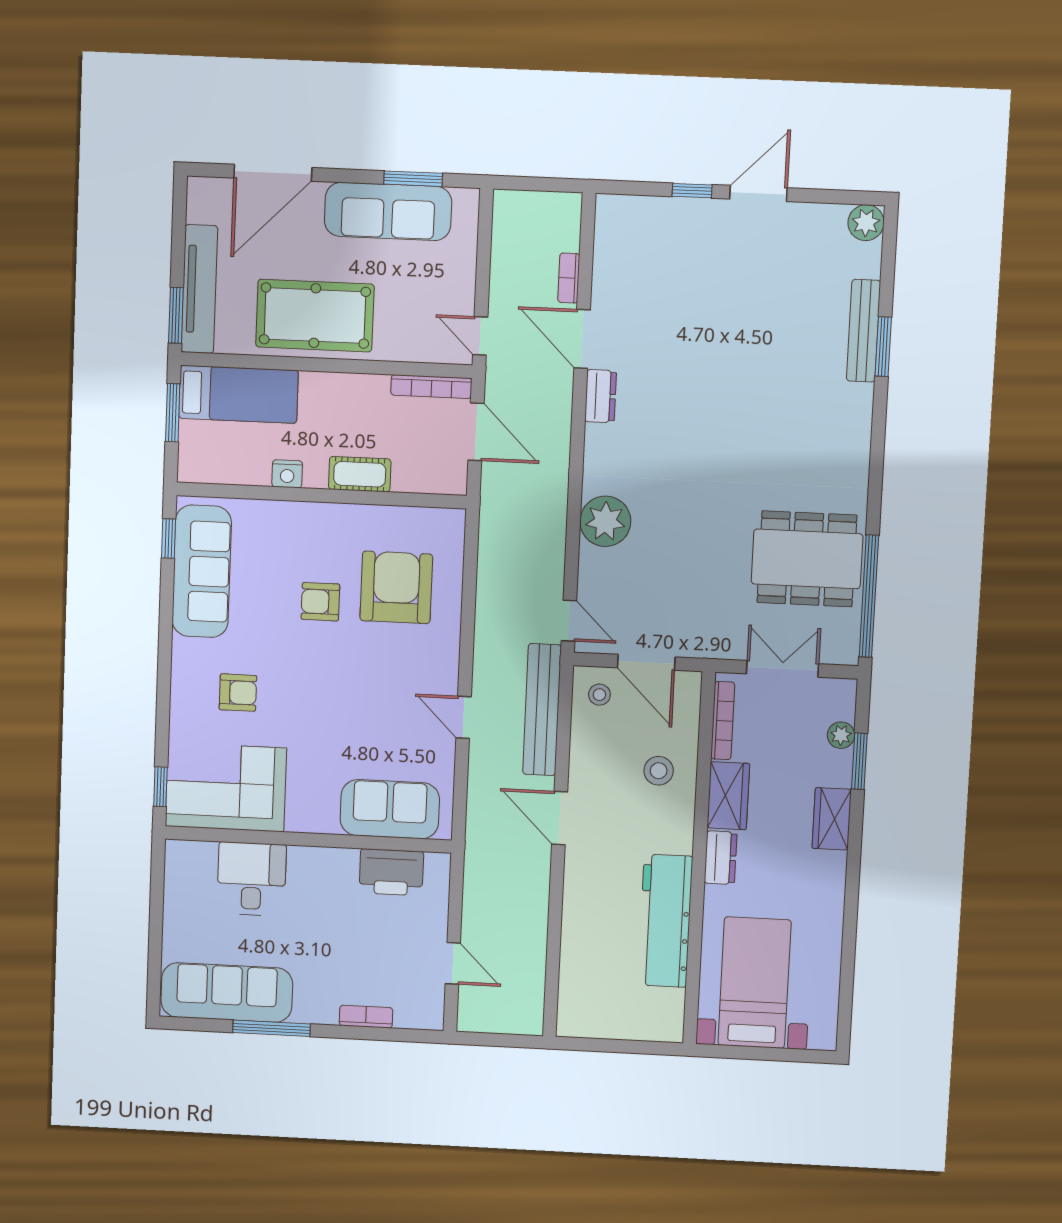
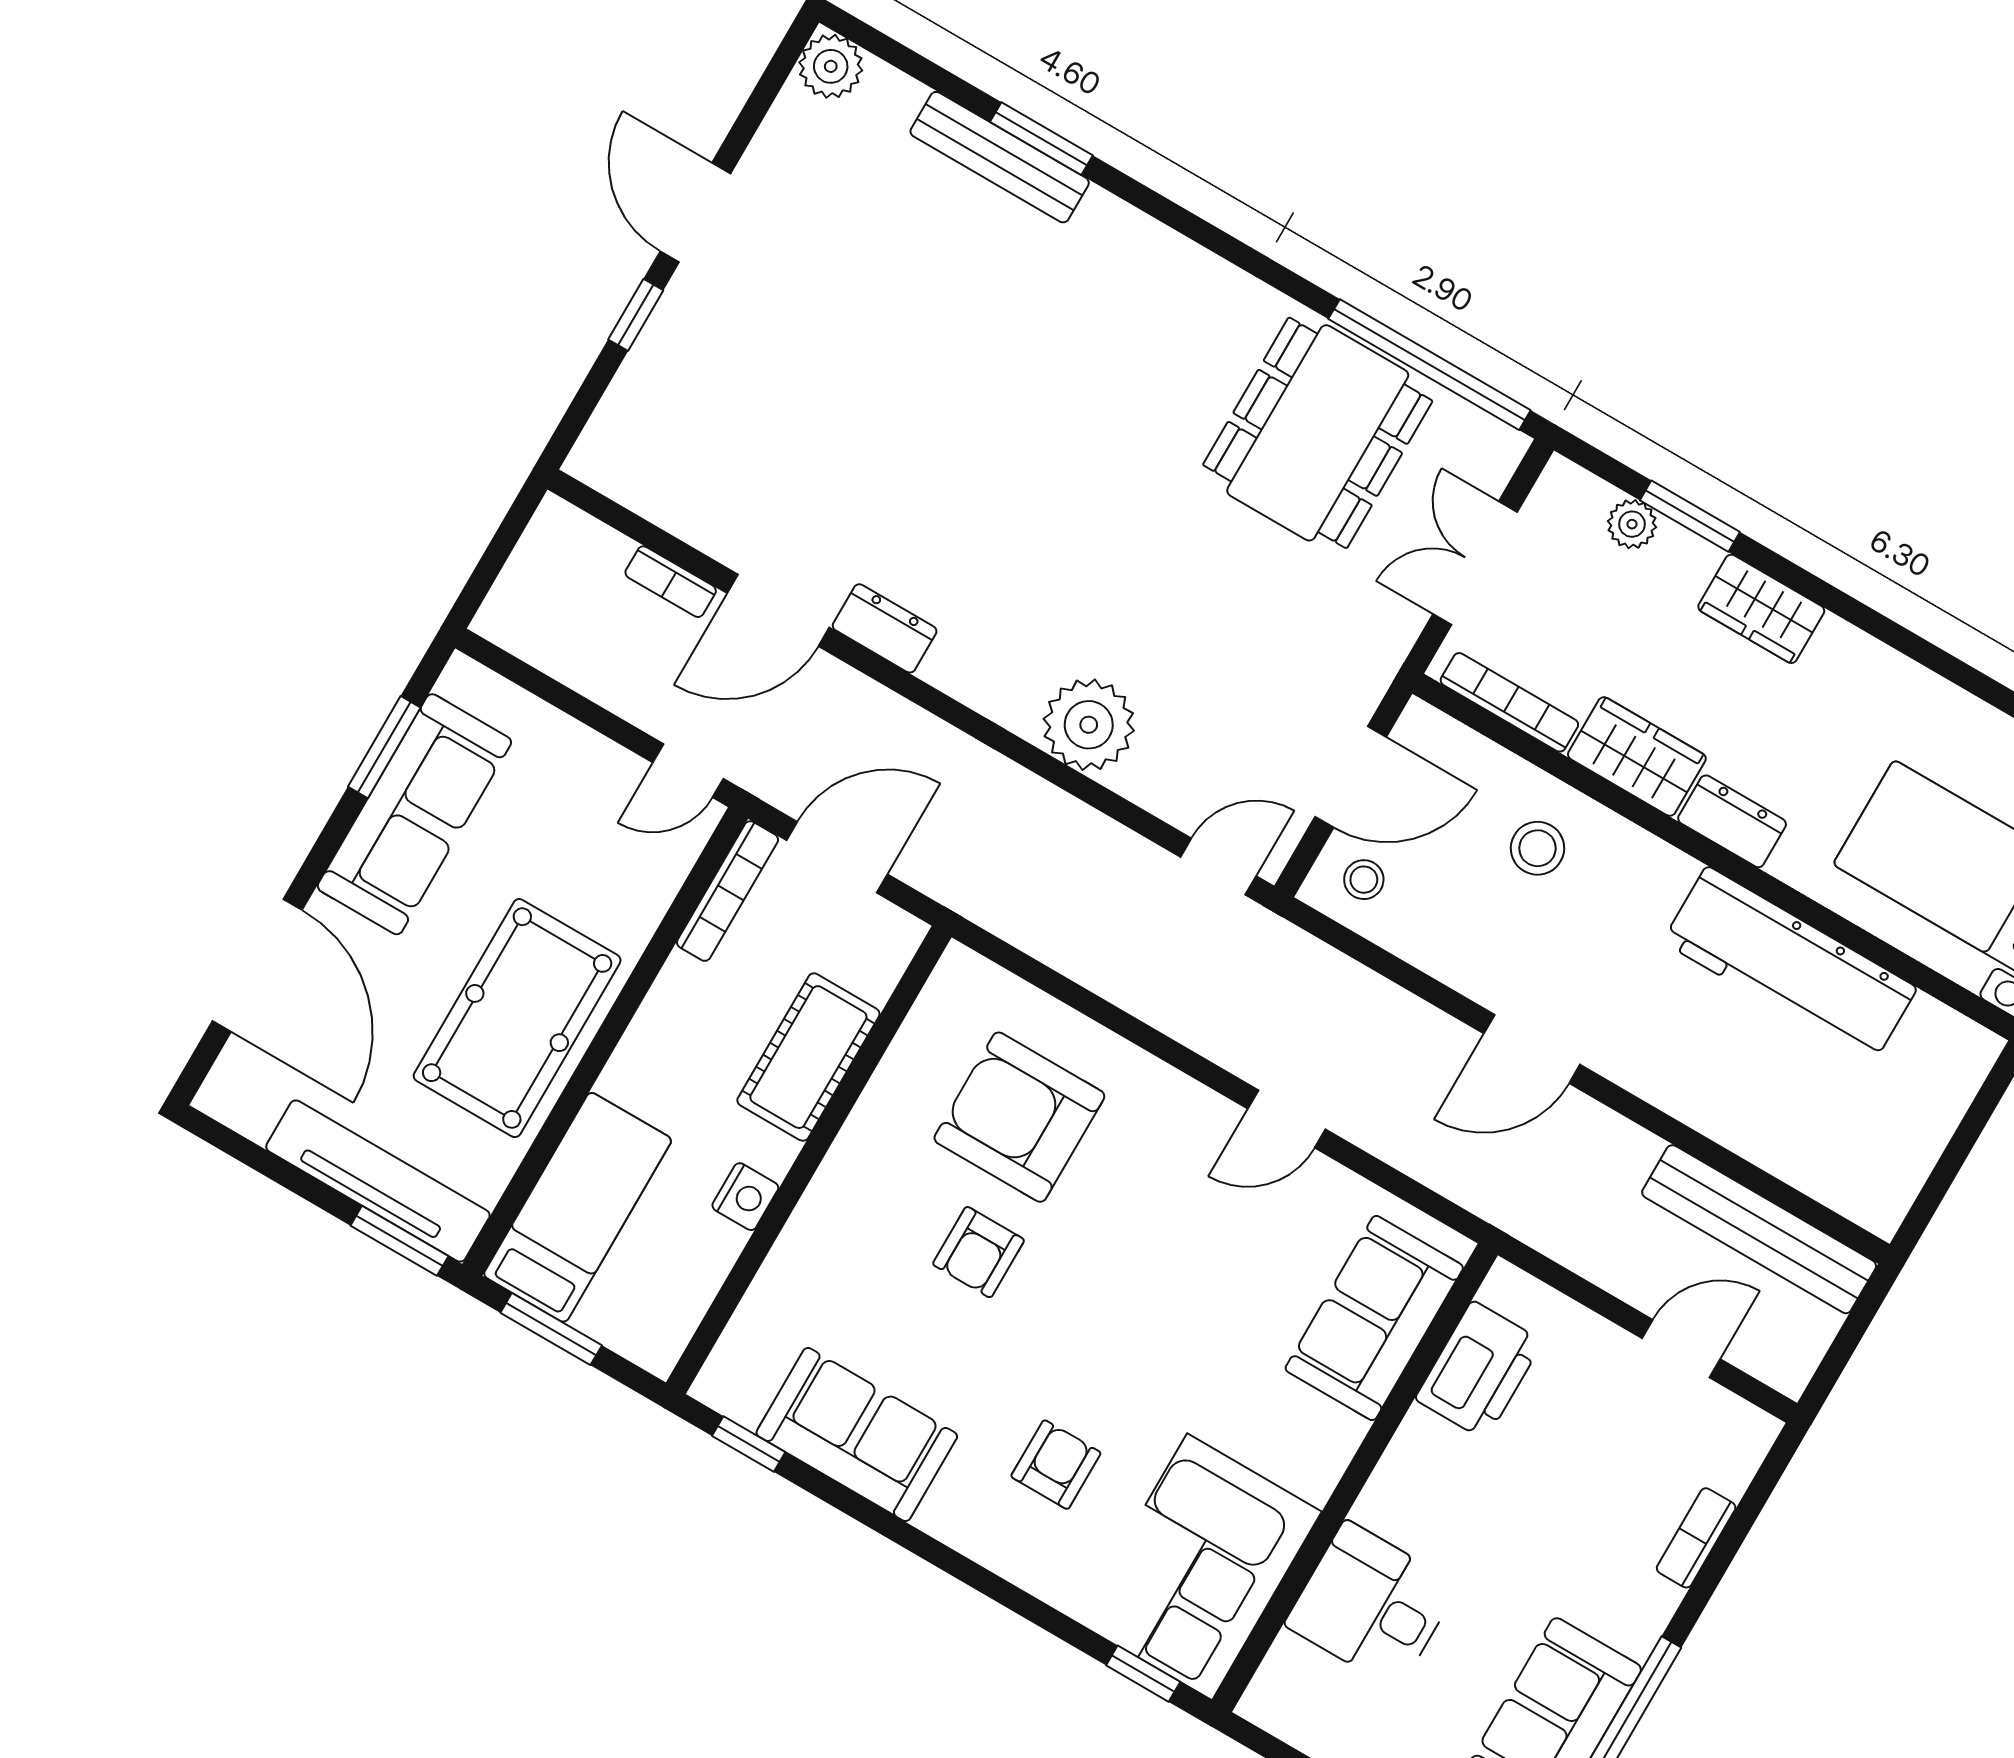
cot: (360, 474) -> (808, 1057), width x1.37, depth x1.34
sofa: (202, 571) -> (857, 1435), width x0.73
bench: (542, 710) -> (1759, 1229), moved

